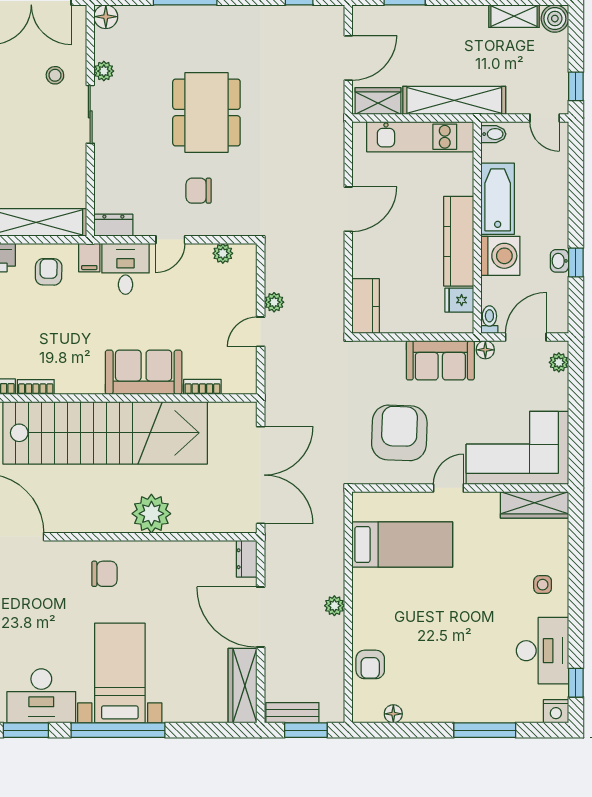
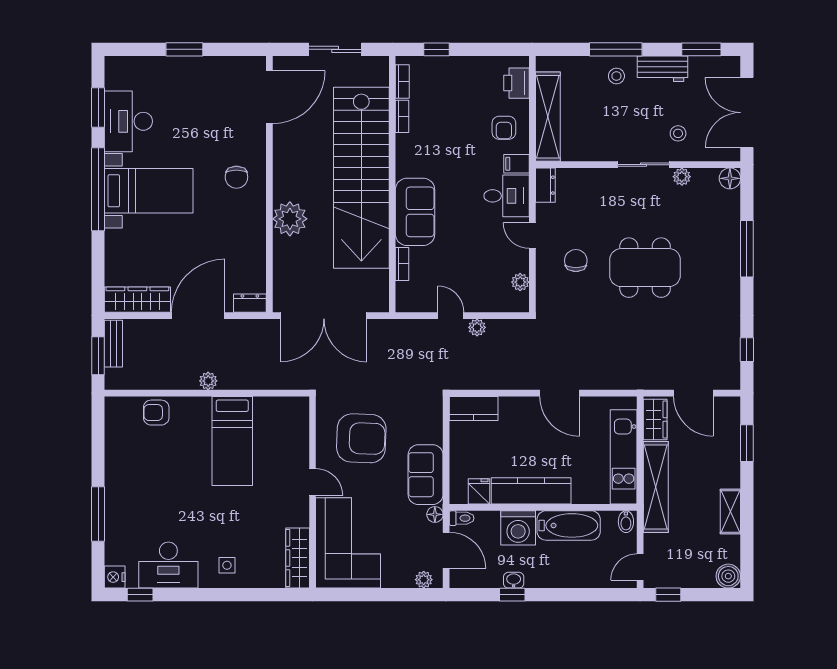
shelving: (514, 16) -> (730, 512), moved
armchair: (49, 272) -> (504, 128), turned 89
bed: (402, 544) -> (232, 441), moved
floor lamp: (393, 714) -> (112, 433), removed

